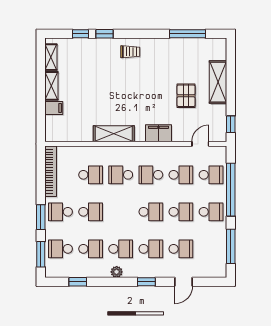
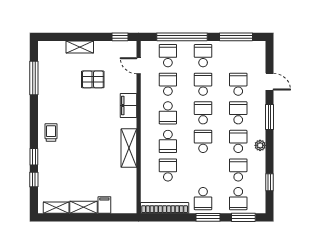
shelving: (218, 82) -> (80, 47), width x0.67, depth x0.75
school desk: (91, 212) -> (203, 141), moved
window: (146, 282) -> (270, 117), width x1.50

